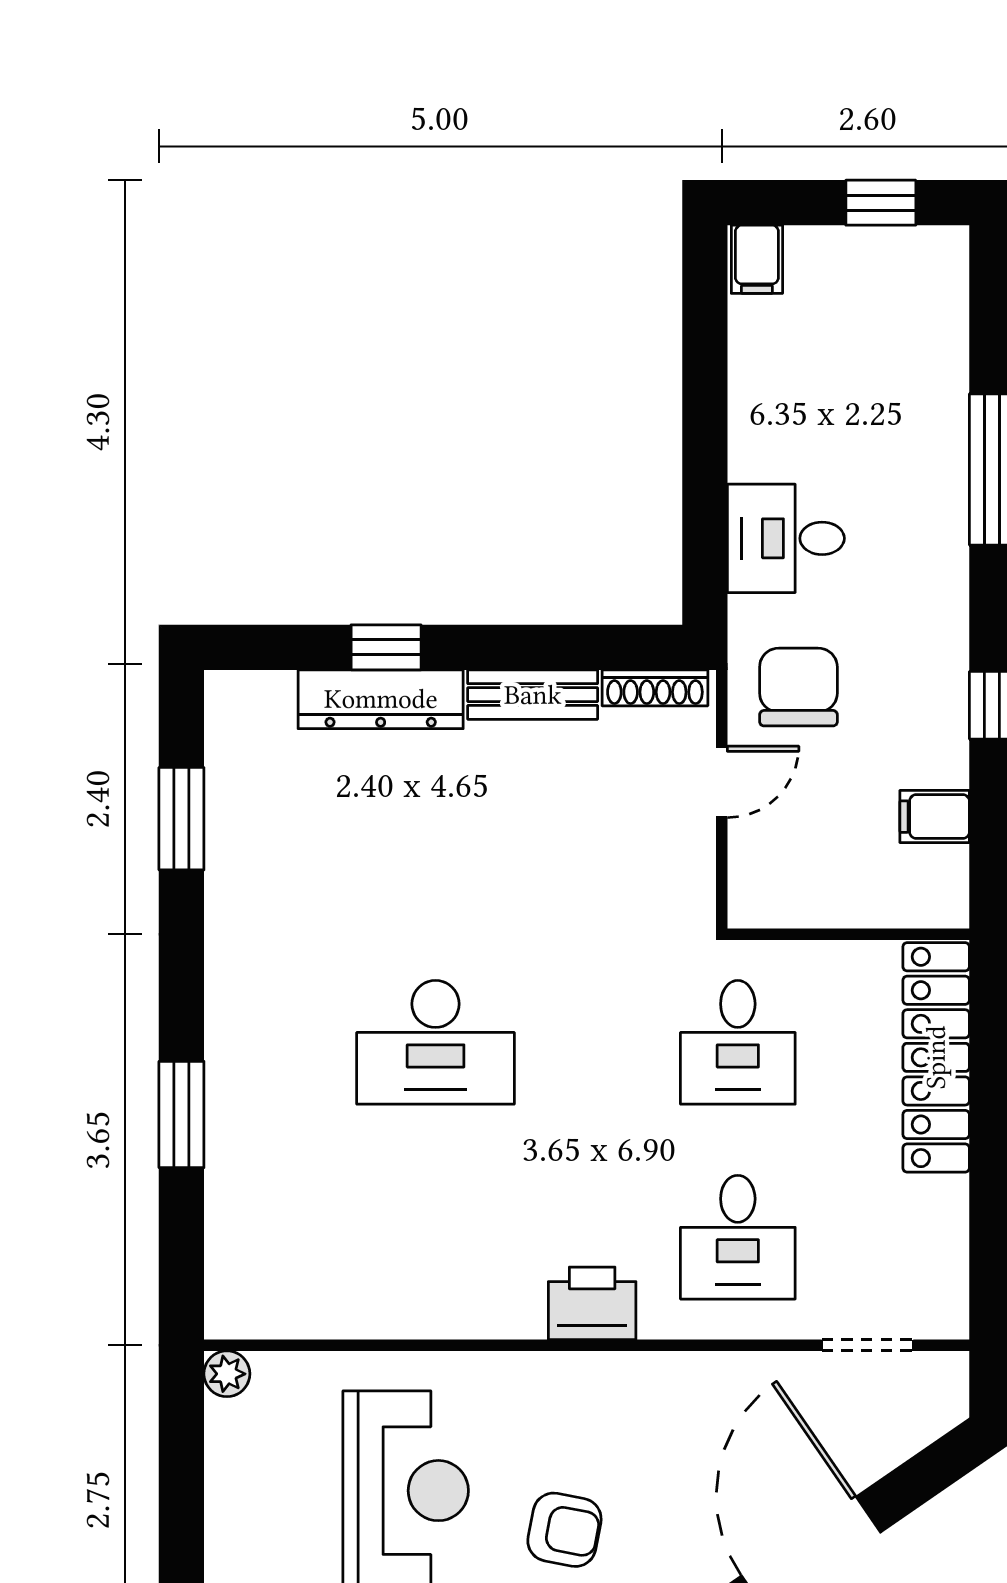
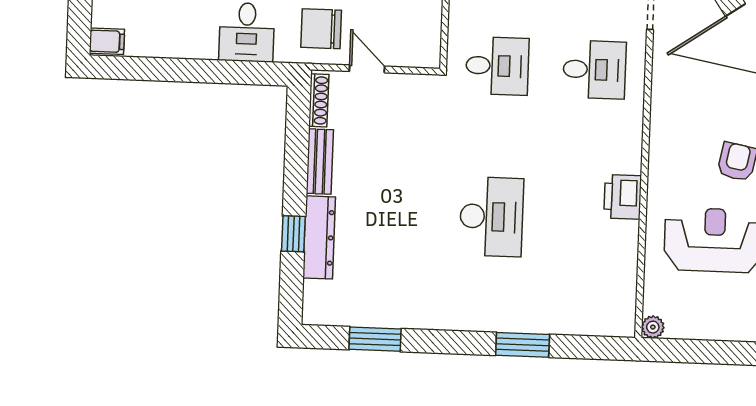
printer: (592, 1303) -> (623, 197), moved

